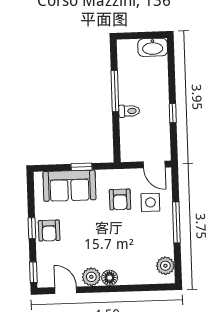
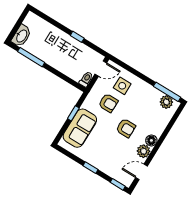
washbasin: (153, 47) -> (21, 36), moved
window: (115, 91) -> (31, 57), moved
toilet: (129, 111) -> (86, 79), moved
window: (176, 222) -> (167, 92), moved
armchair: (49, 231) -> (126, 128), moved

